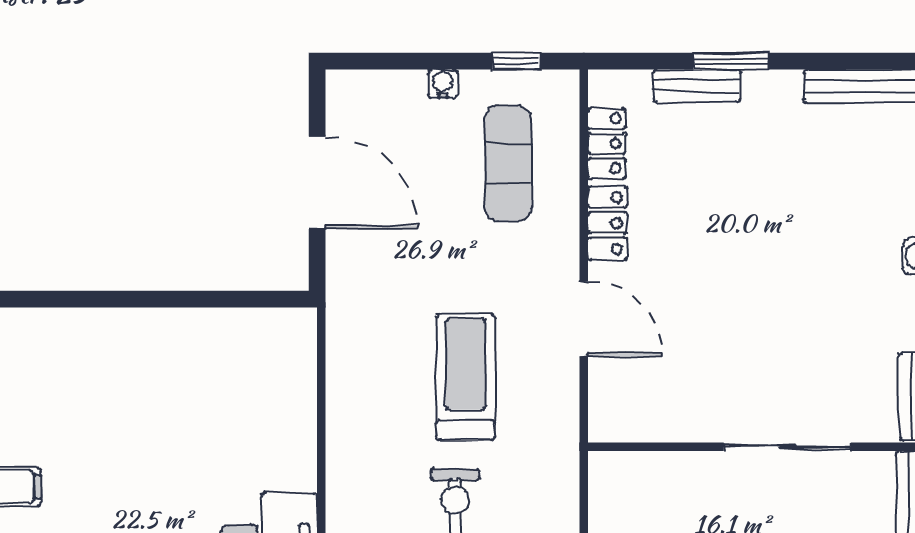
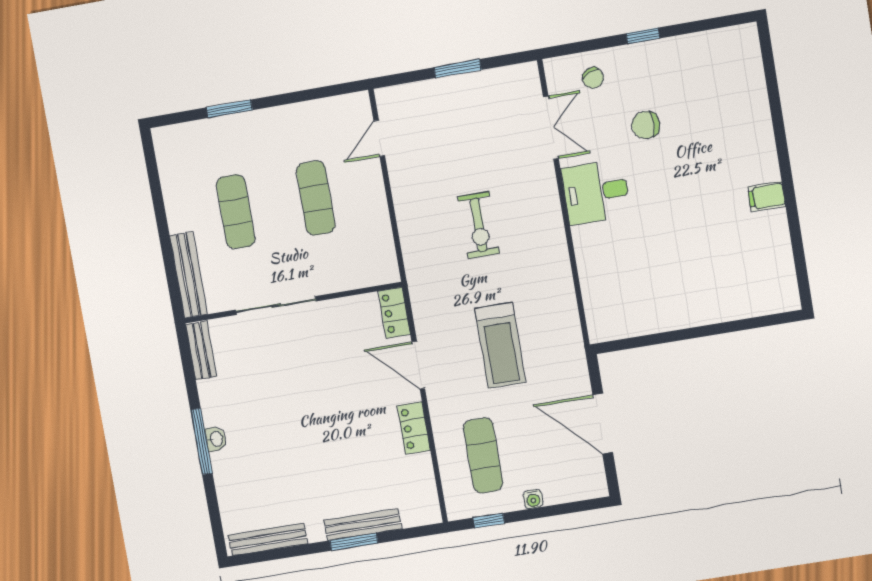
bench: (697, 86) -> (363, 525), width x1.36
locker: (607, 144) -> (394, 313), moved
treadmill: (466, 377) -> (500, 345), moved

